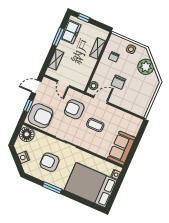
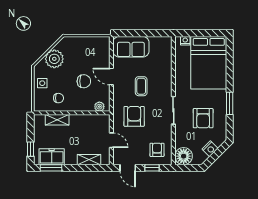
window: (58, 37) -> (51, 168), moved
door: (63, 84) -> (111, 140), hinge flipped
door: (100, 100) -> (111, 76), moved
armchair: (74, 109) -> (134, 116), turned 180
armchair: (41, 116) -> (157, 150), width x0.53, depth x0.53
sofa: (121, 148) -> (131, 47), moved

